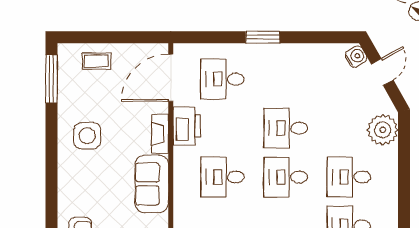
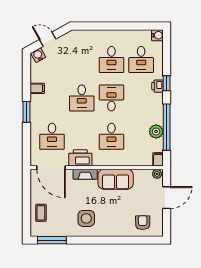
filing cabinet: (301, 55) -> (37, 88), added
plant: (383, 130) -> (83, 39), removed
desk: (286, 177) -> (111, 98), turned 180

